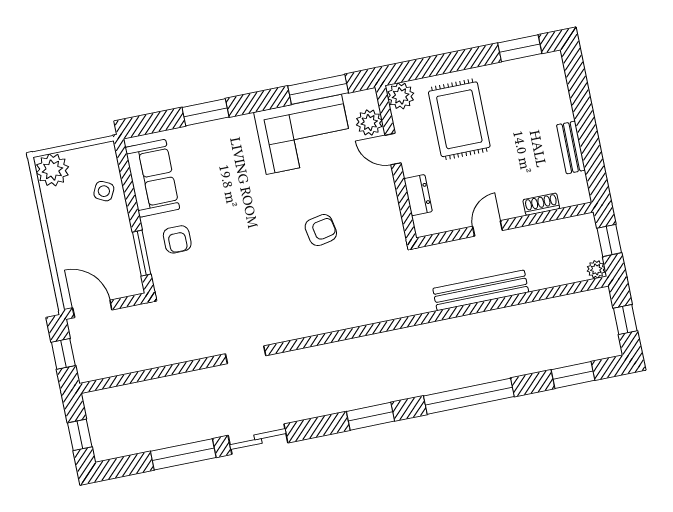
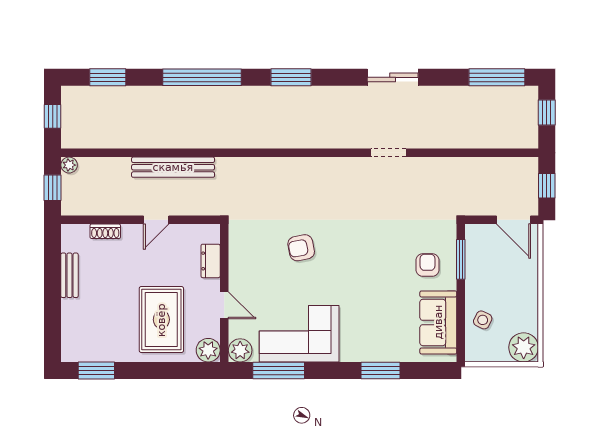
plant: (369, 123) -> (240, 350), moved
window: (183, 454) -> (497, 77), moved

